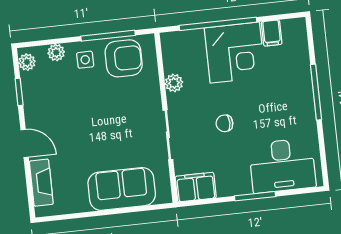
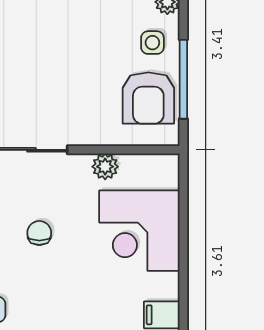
window: (218, 24) -> (183, 239), removed
corner desk: (235, 53) -> (139, 231), moved

